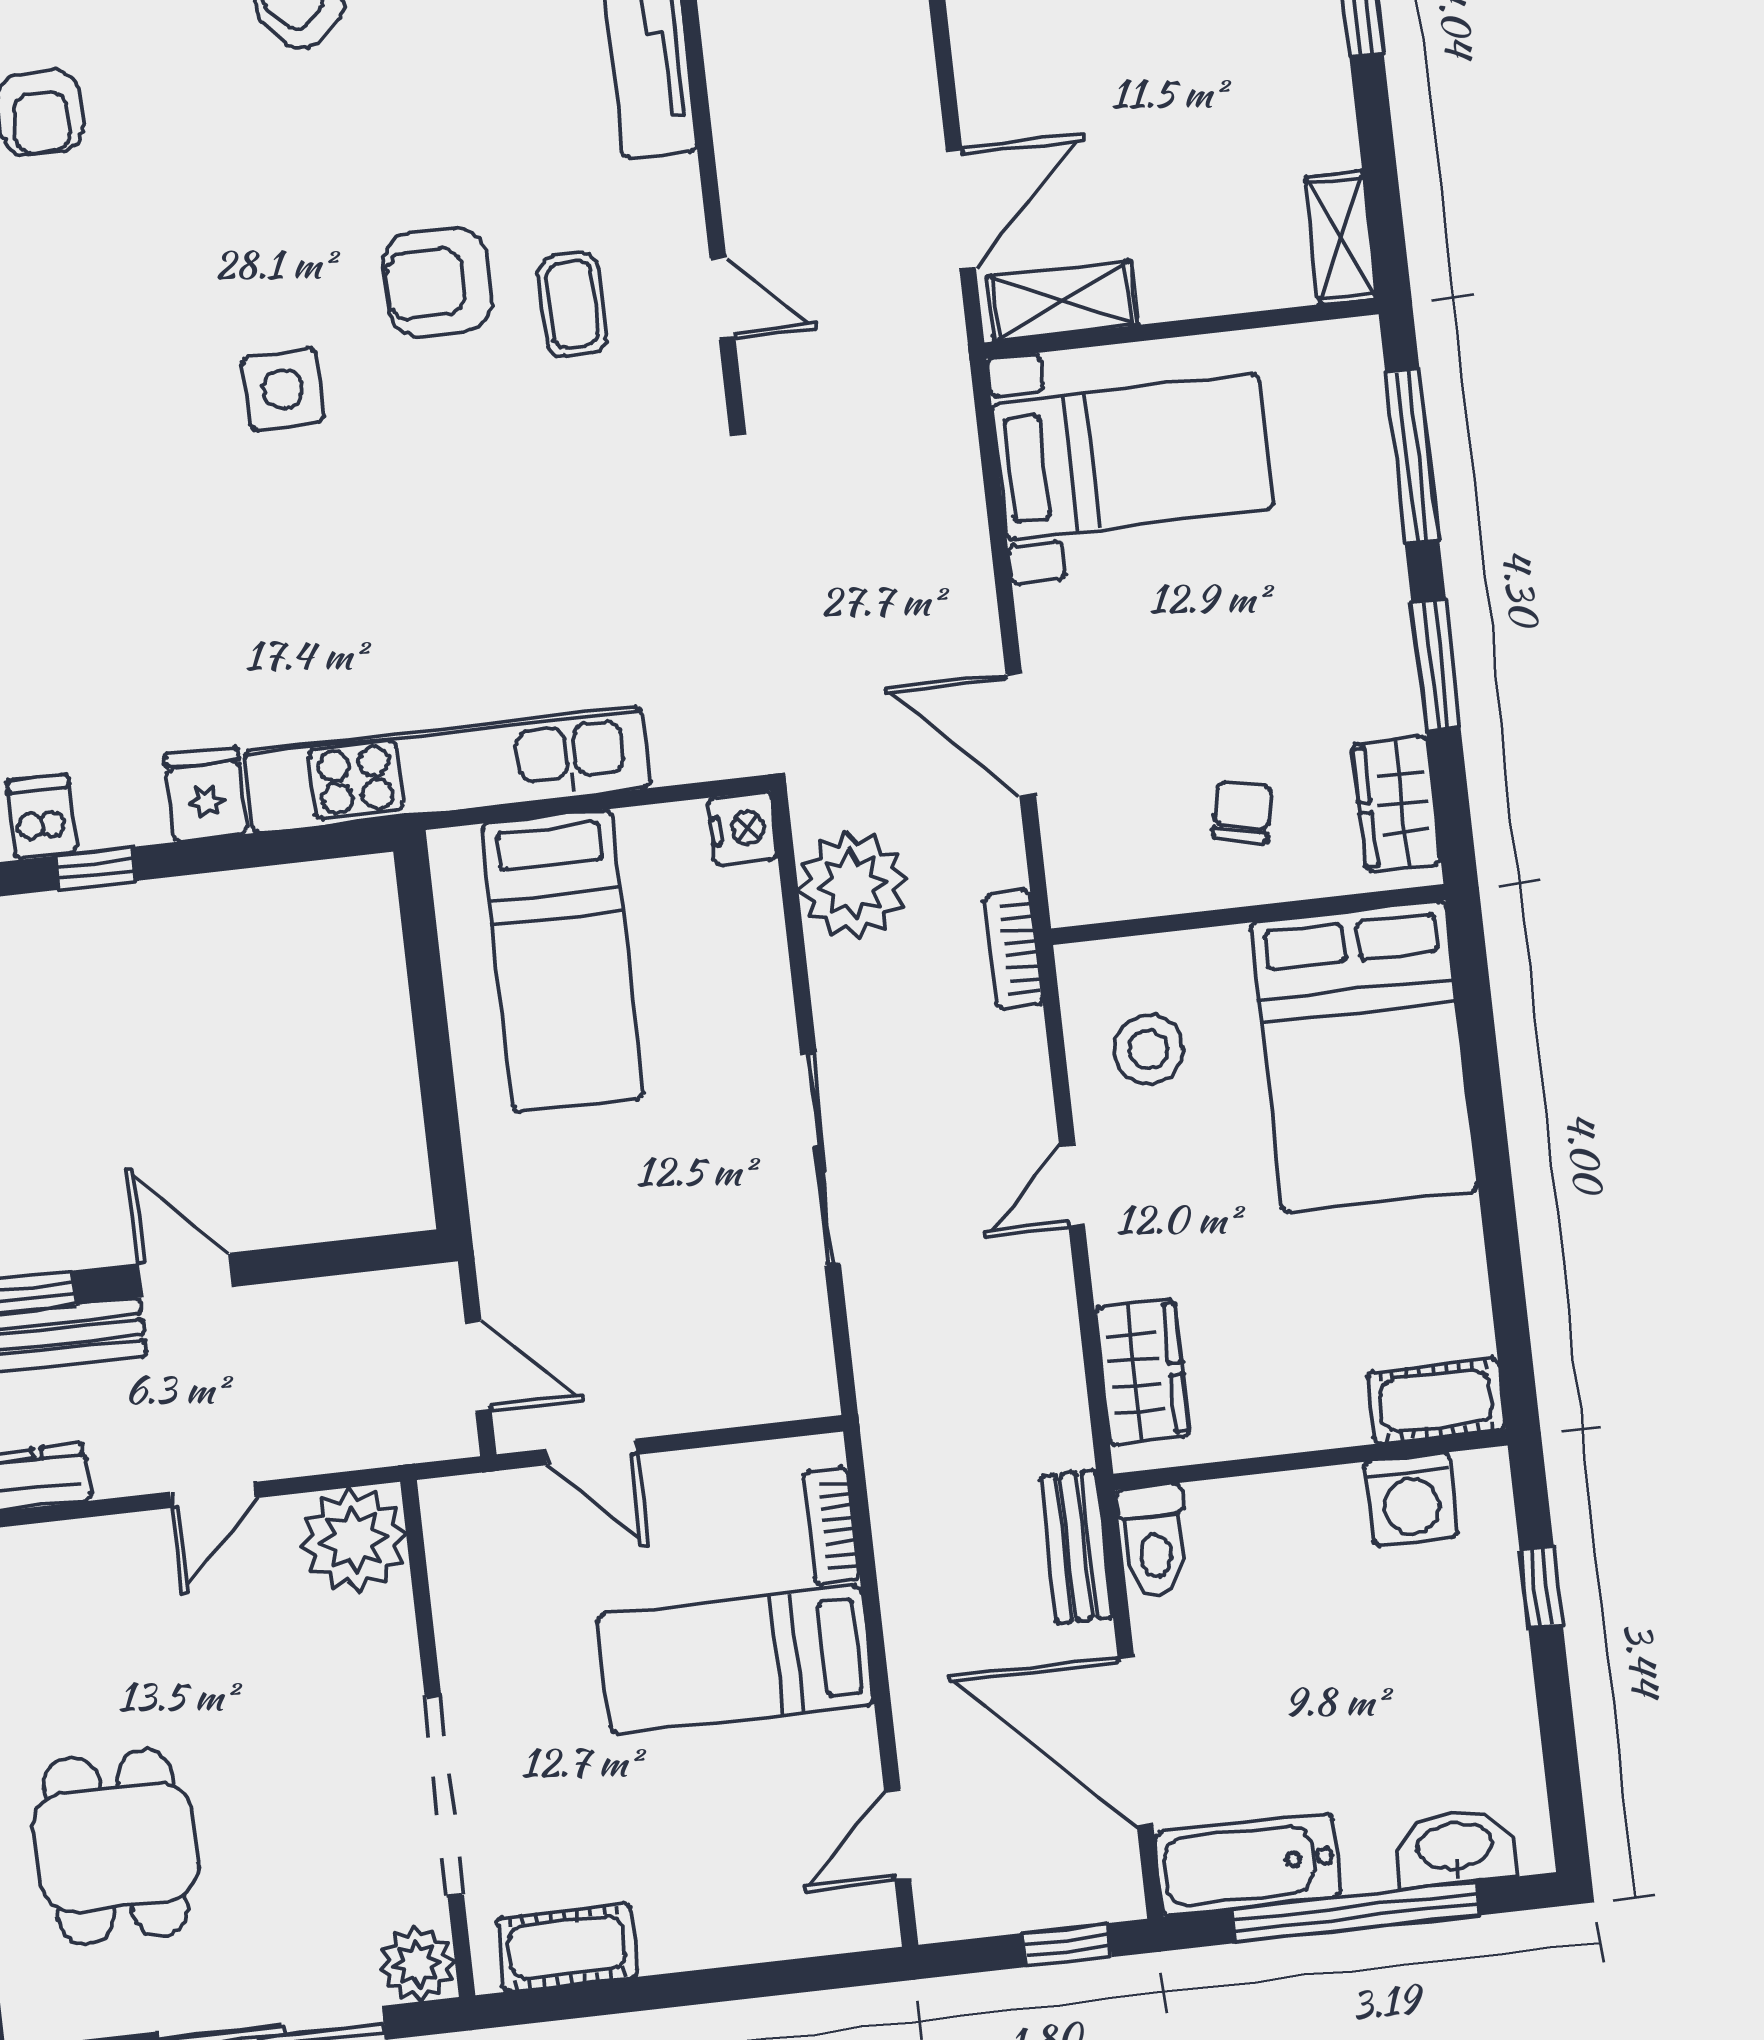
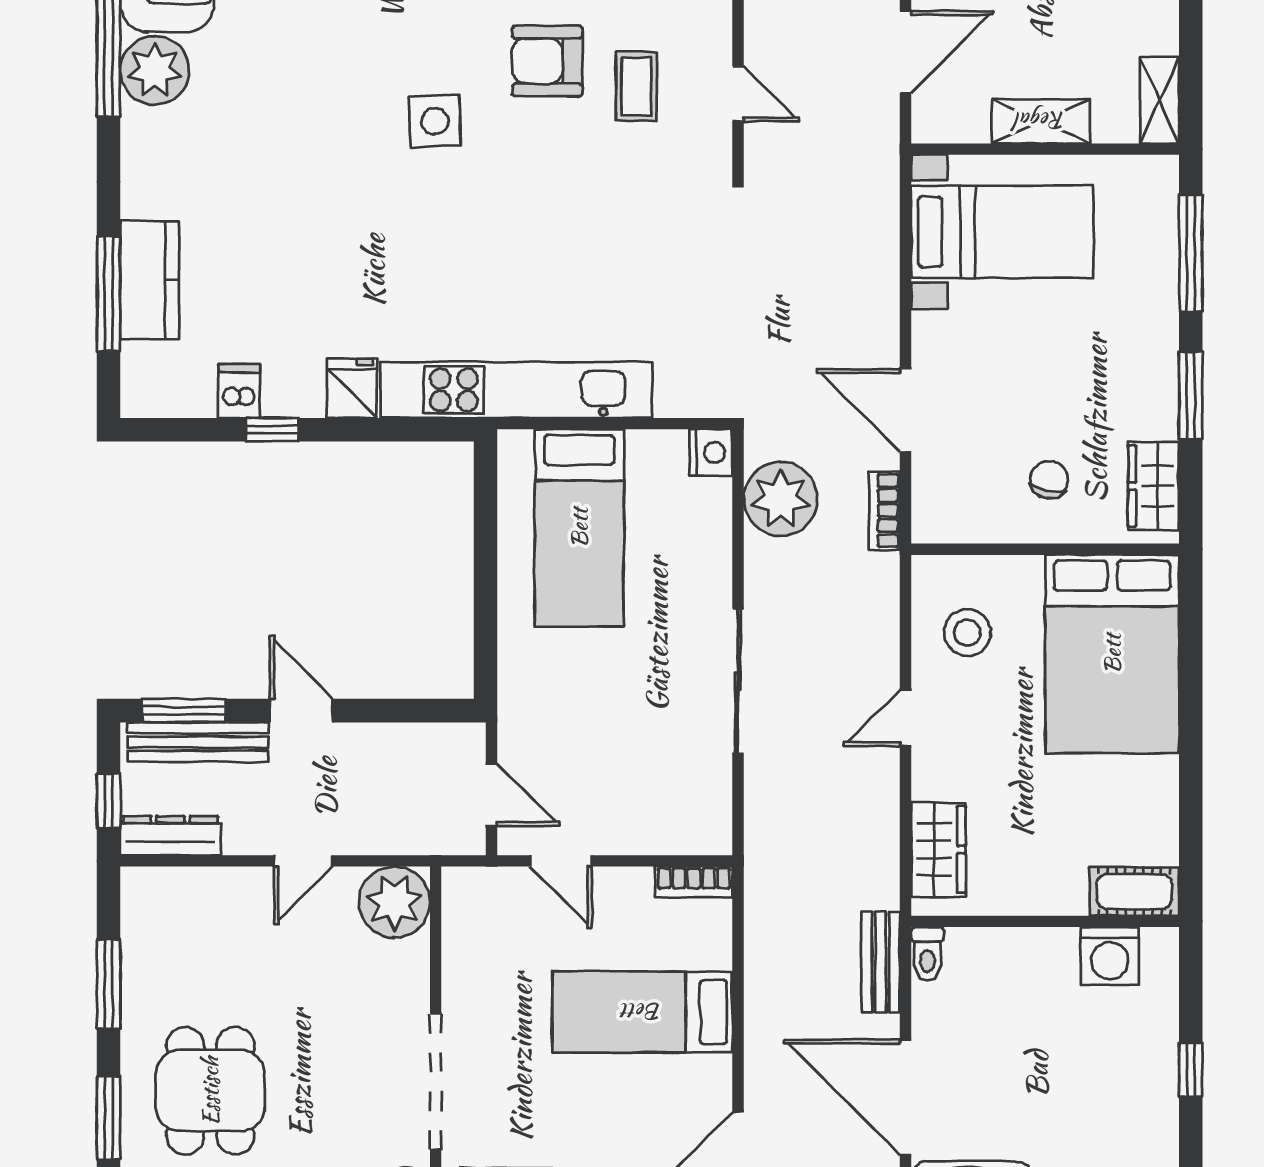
shelving: (1062, 301) -> (1041, 121), moved
bookcase: (1014, 949) -> (884, 511), moved
bookcase: (831, 1526) -> (694, 882), moved, turned -90
toilet: (1154, 1541) -> (928, 954), width x0.73, depth x0.72
window: (1541, 1587) -> (1191, 1070), moved

